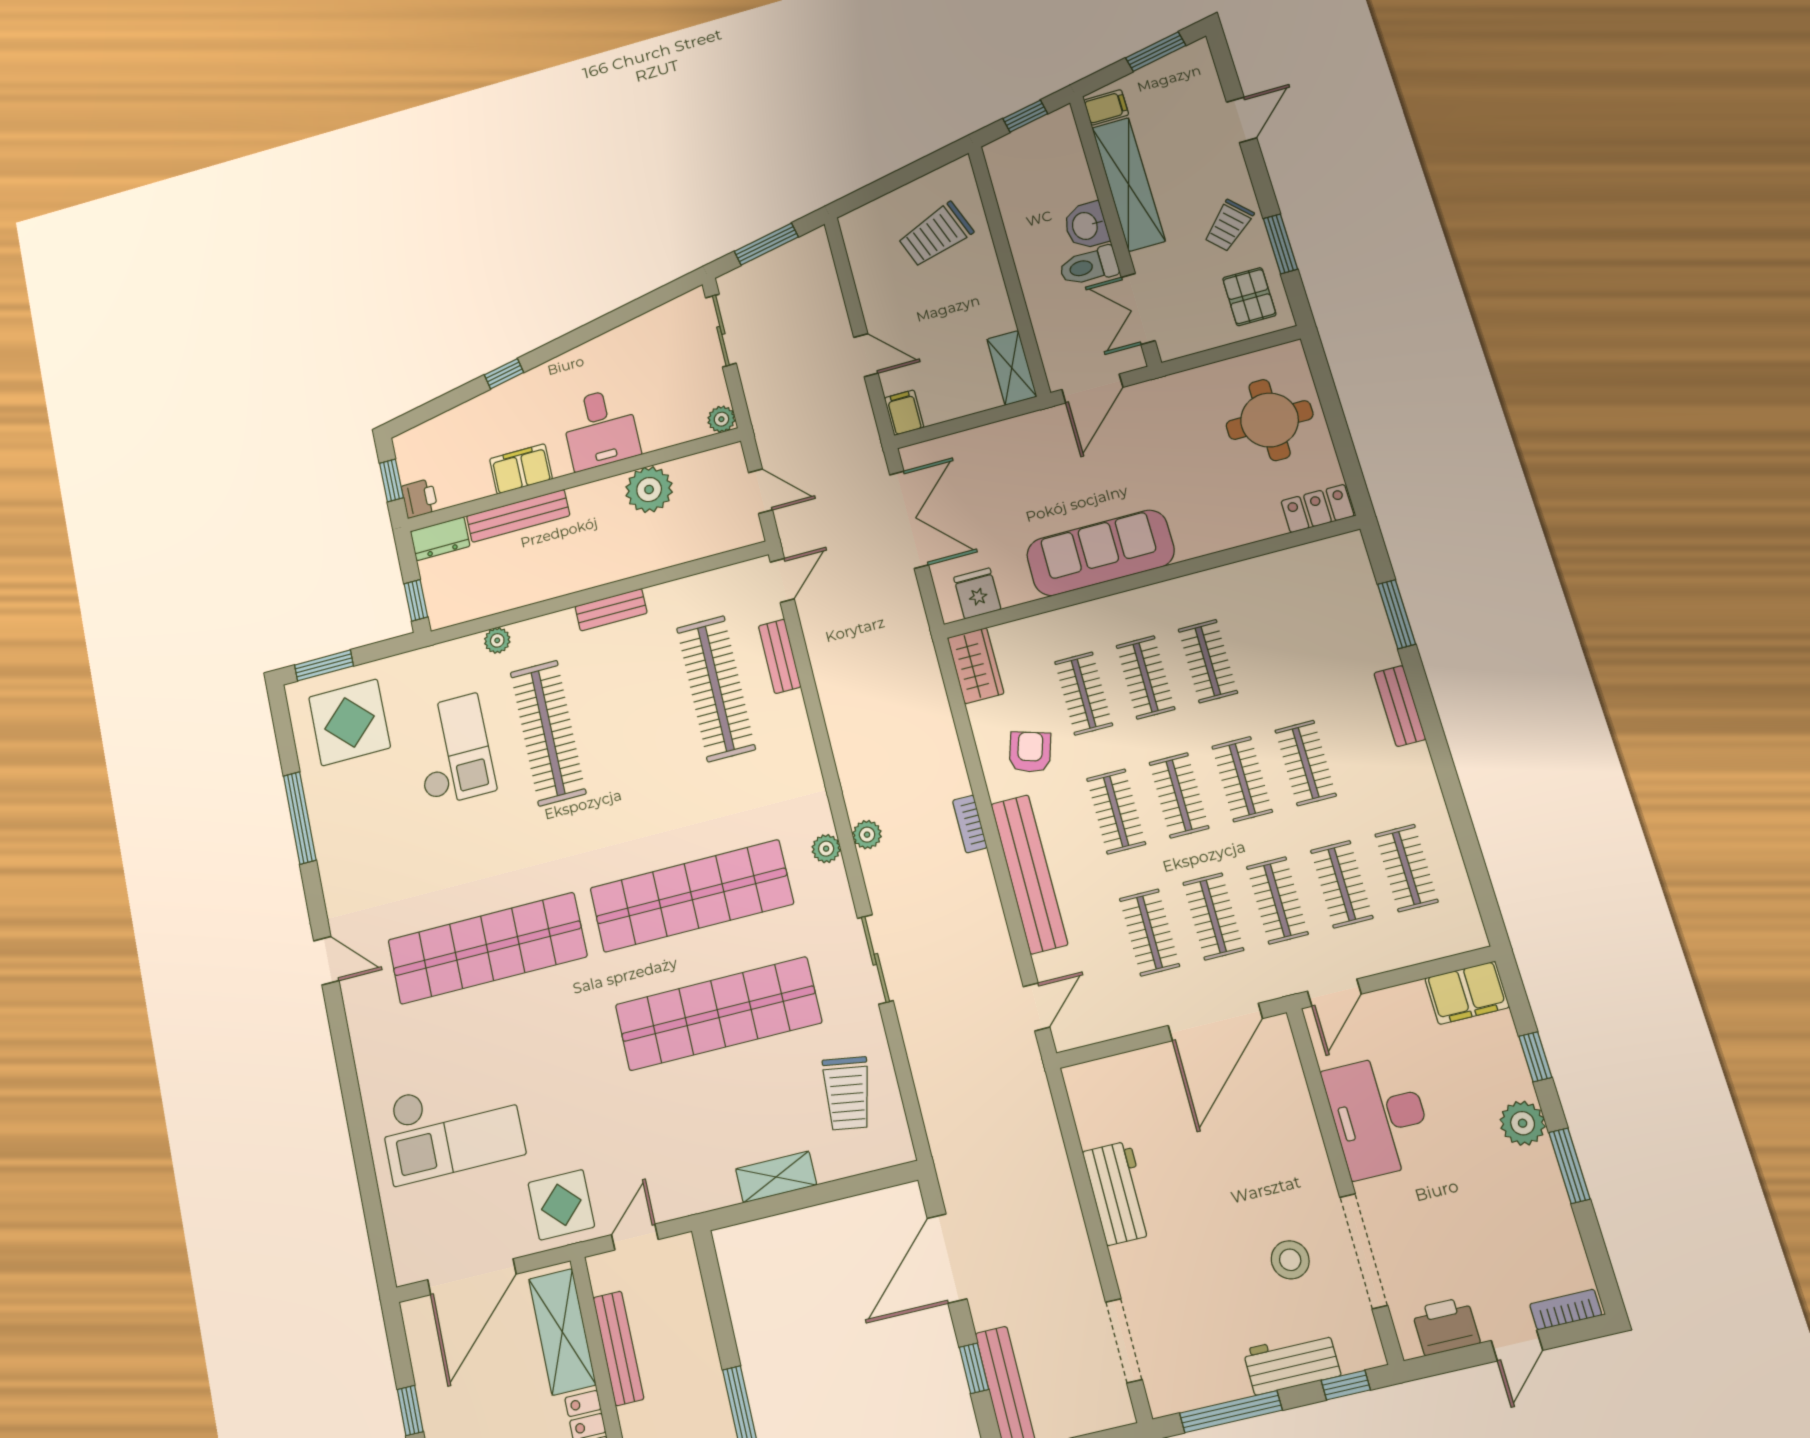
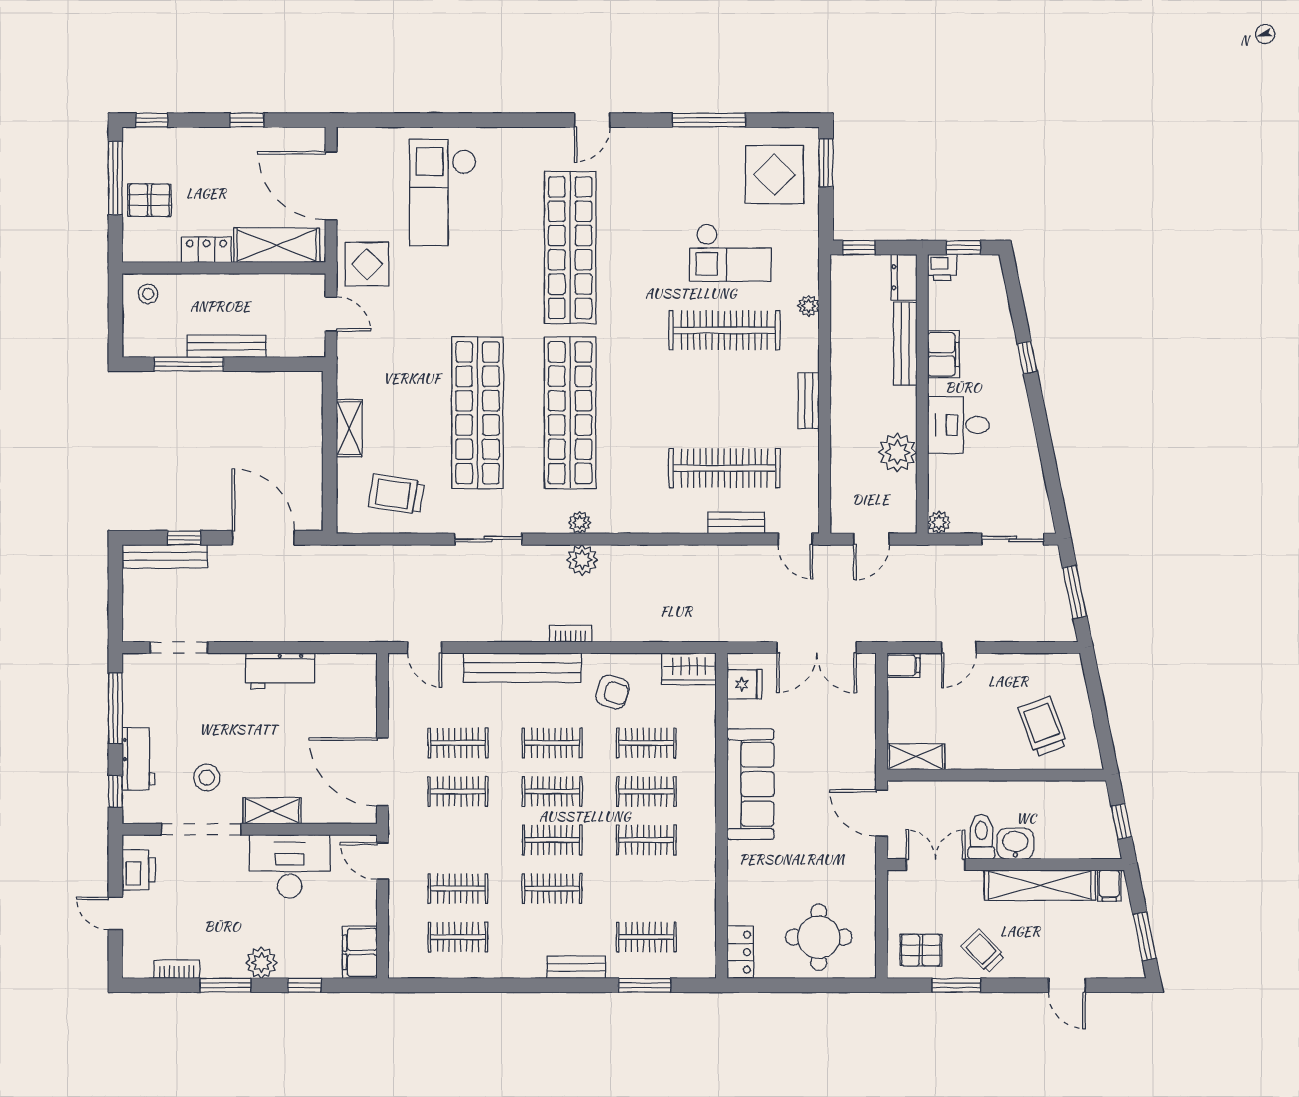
plant: (867, 835) -> (582, 560), width x1.38, depth x1.38
clothes rail: (1277, 900) -> (646, 937), moved
shelving: (1310, 1159) -> (272, 811), added
bookcase: (1566, 1310) -> (177, 969), moved, turned -90
bench: (618, 1348) -> (227, 346), moved

